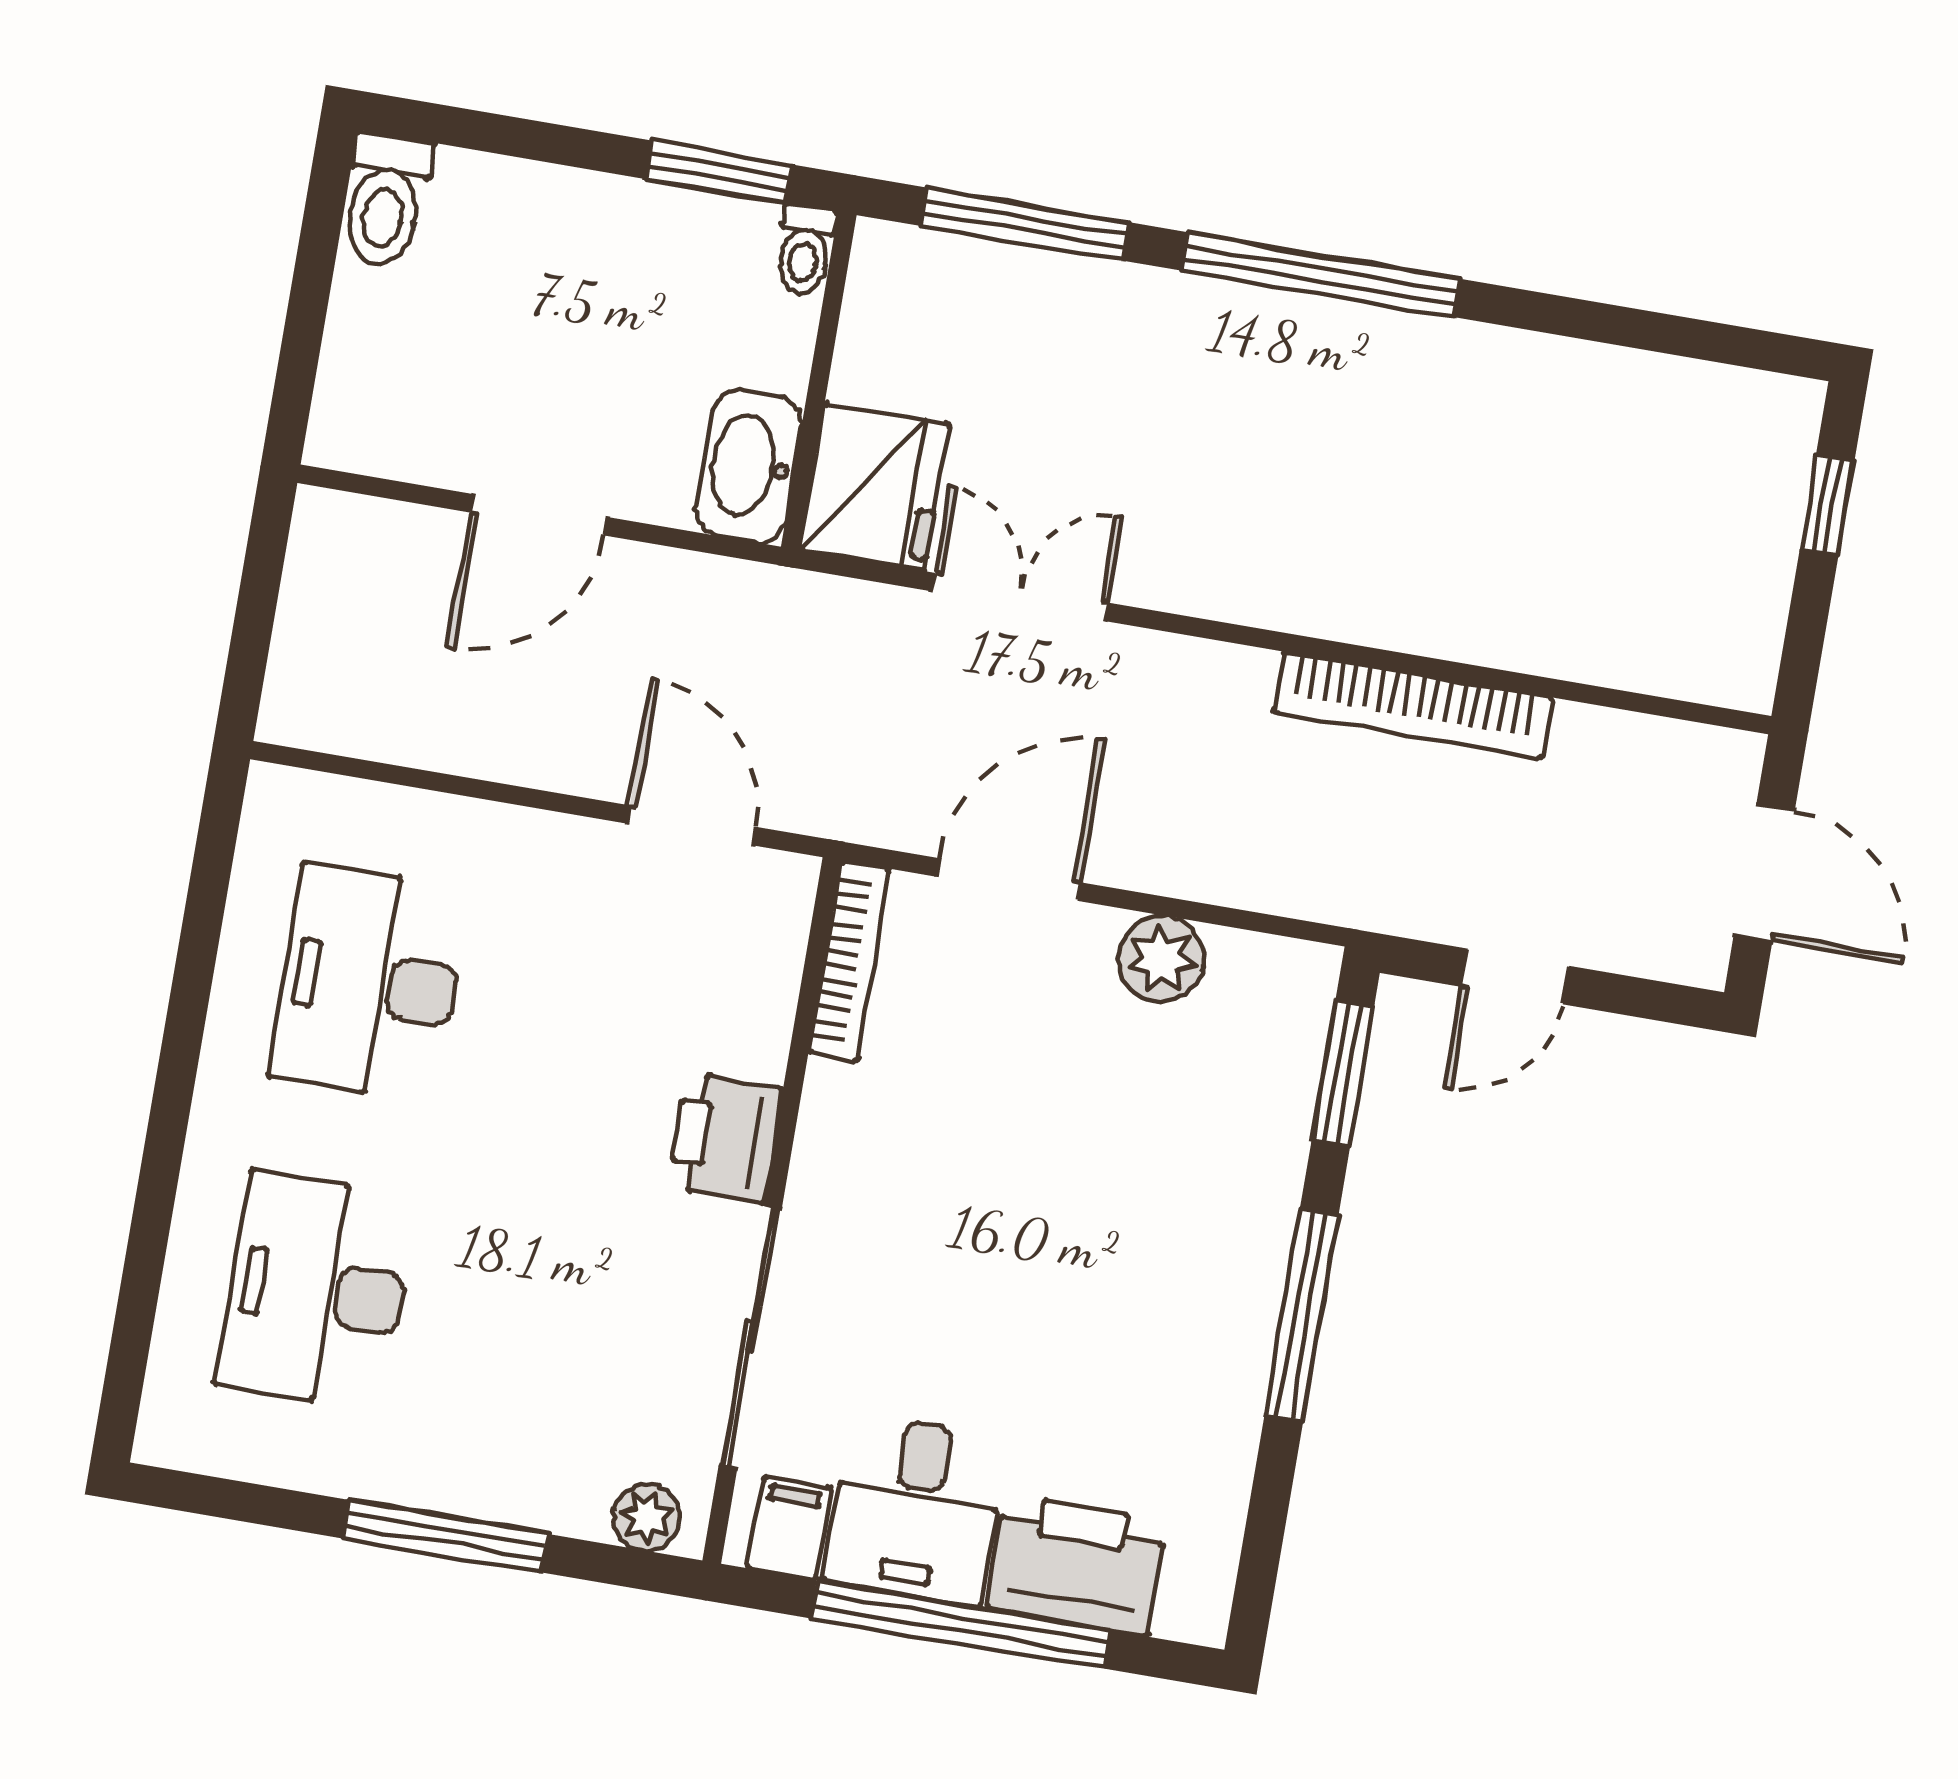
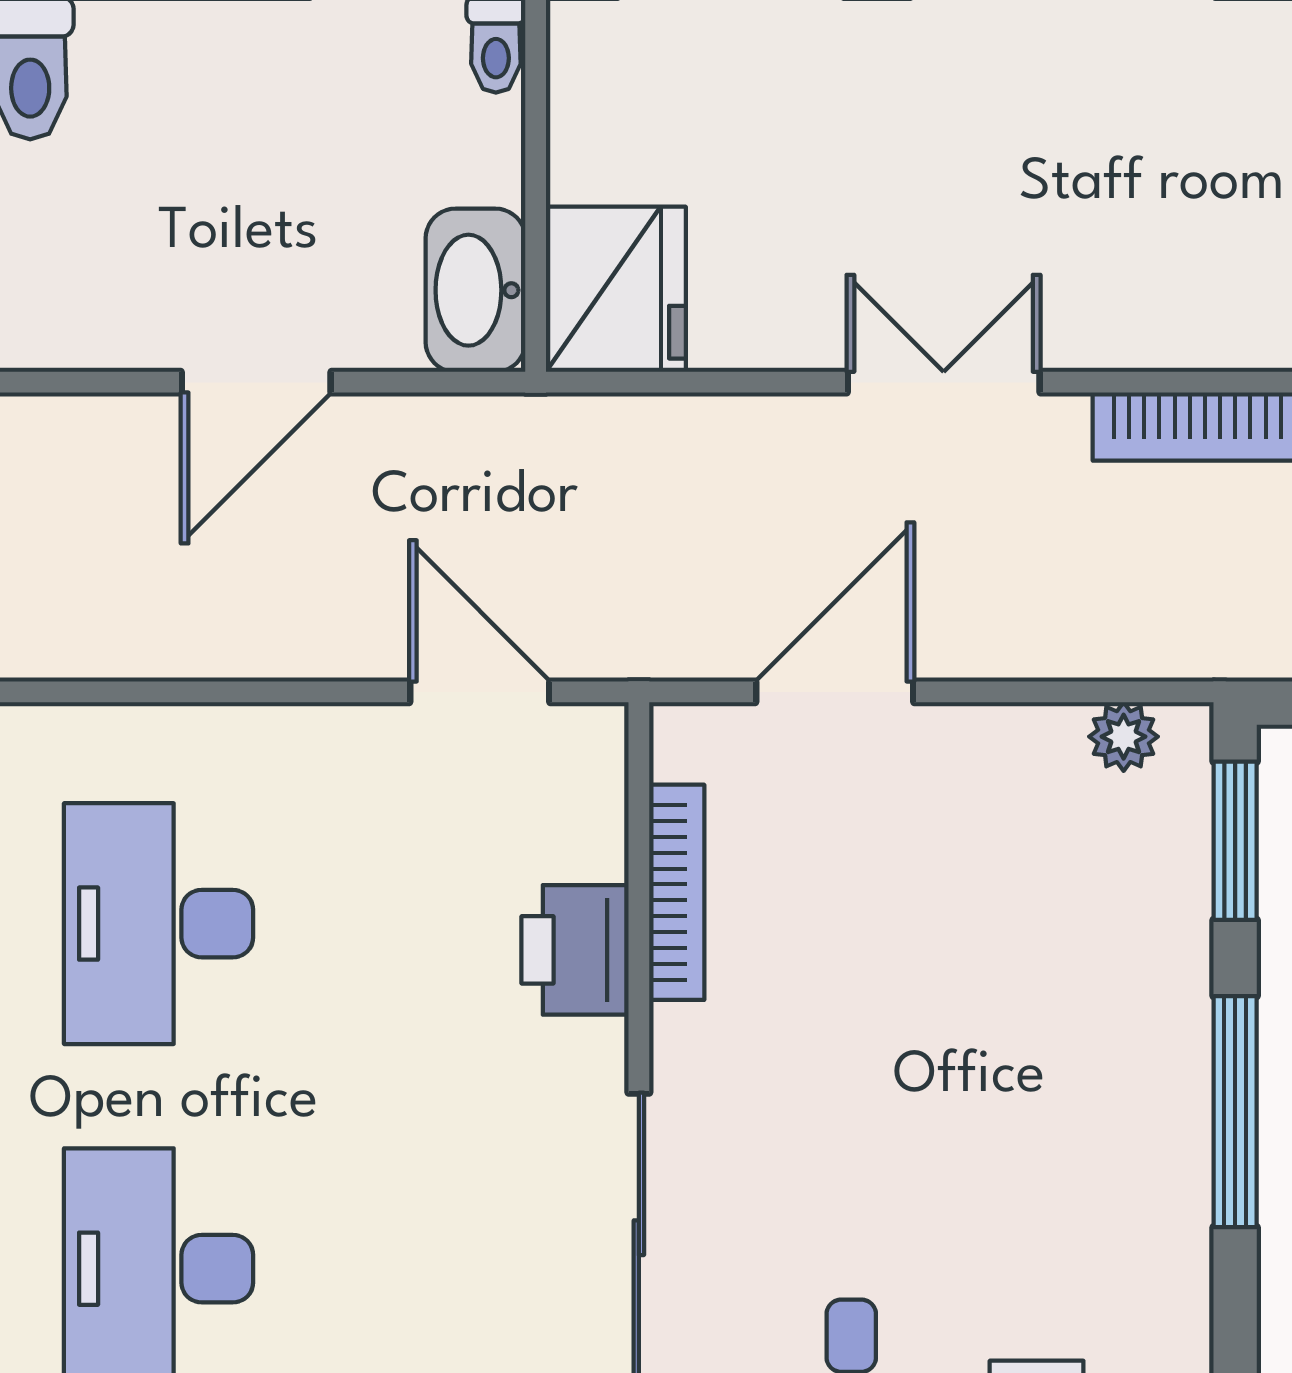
double door: (1020, 597) -> (944, 382), moved
plant: (1161, 959) -> (1124, 737), moved, width x0.73, depth x0.73
bookcase: (849, 961) -> (677, 892), moved
printer: (726, 1138) -> (575, 950), moved

